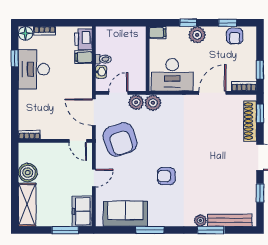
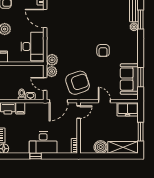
window: (15, 58) -> (36, 156), moved
desk: (34, 69) -> (43, 143), moved
window: (65, 230) -> (141, 132), moved
window: (150, 230) -> (141, 77), moved

